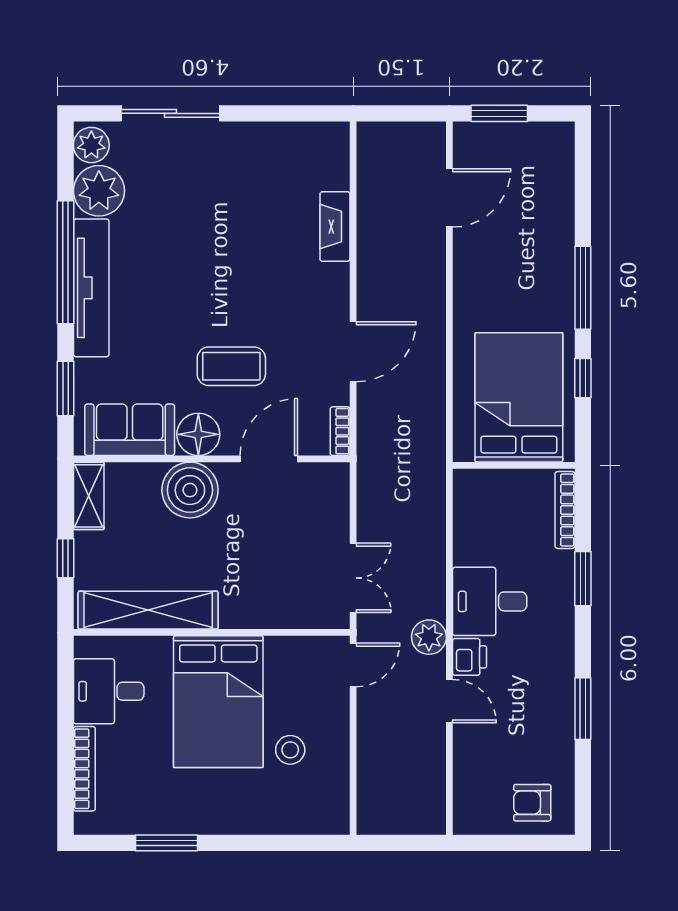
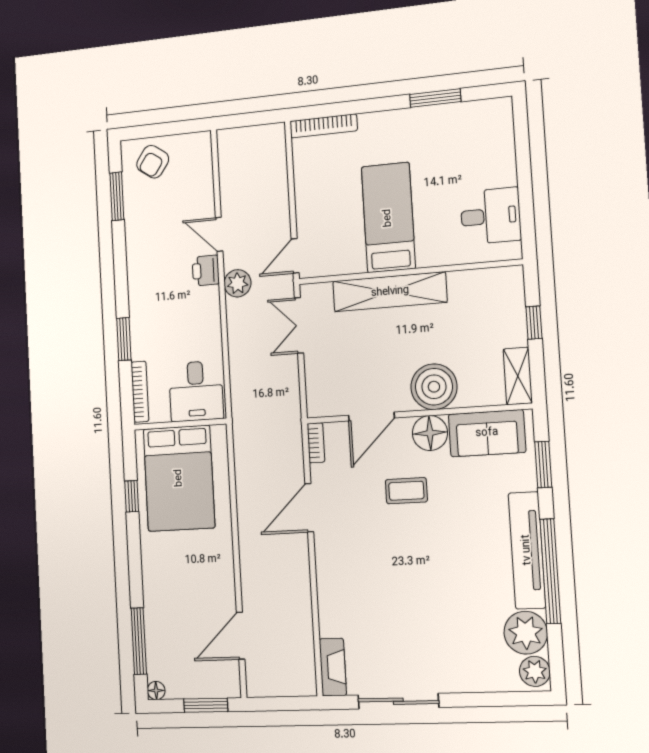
sliding door: (170, 113) -> (398, 701), moved
floor lamp: (563, 133) -> (156, 691), added
fireplace: (335, 227) -> (333, 667), moved
window: (583, 288) -> (139, 641), moved
coffee table: (231, 366) -> (406, 491), width x0.73, depth x0.77
desk: (490, 601) -> (196, 391), moved, turned 90
shelving: (148, 610) -> (390, 292), moved
bed: (218, 702) -> (388, 218), width x0.67
window: (583, 709) -> (117, 196), moved
stool: (290, 750) -> (341, 183), removed
bookcase: (84, 769) -> (323, 126), moved, turned -90
armchair: (532, 803) -> (153, 162), turned 125

